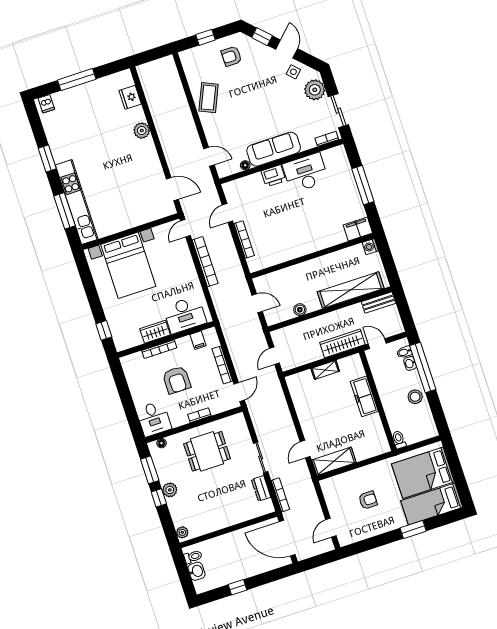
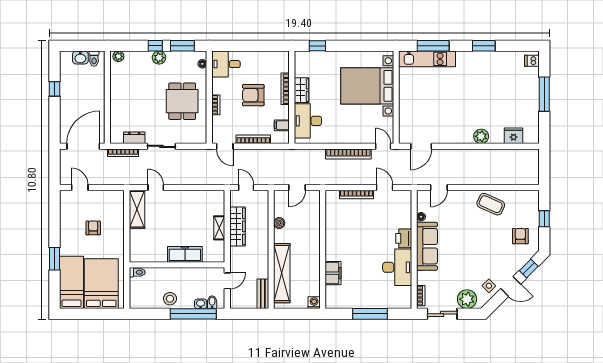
kitchen unit: (77, 202) -> (427, 59), width x0.73
filing cabinet: (358, 229) -> (333, 273), moved
wardrobe: (342, 343) -> (237, 226), moved
armchair: (368, 500) -> (93, 228), turned 180

